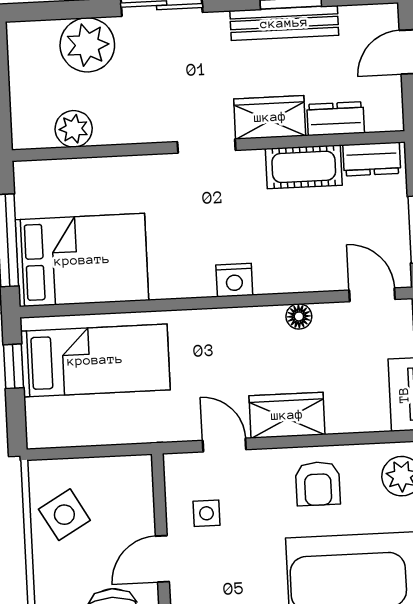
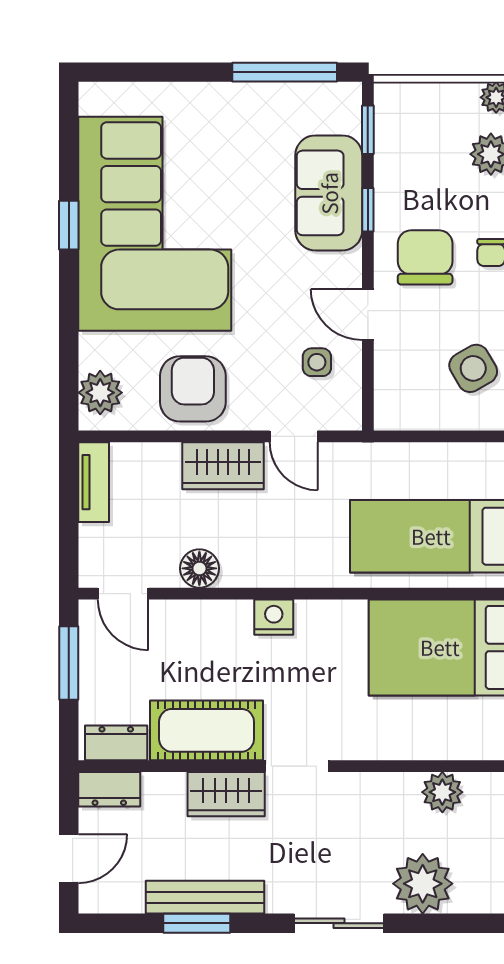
dresser: (336, 119) -> (109, 789), moved
cot: (304, 167) -> (207, 730), width x1.37, depth x1.34
floor lamp: (299, 316) -> (199, 568), width x1.37, depth x1.37
armchair: (318, 484) -> (193, 389), width x1.38, depth x1.38
door: (162, 559) -> (368, 314), swing flipped

